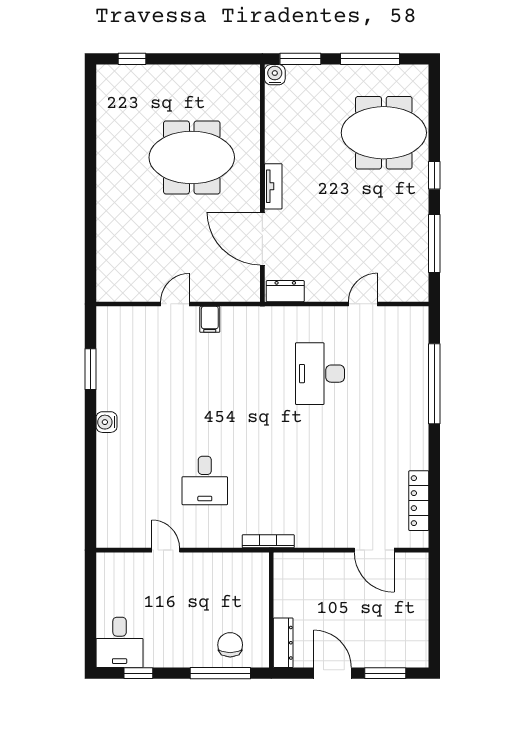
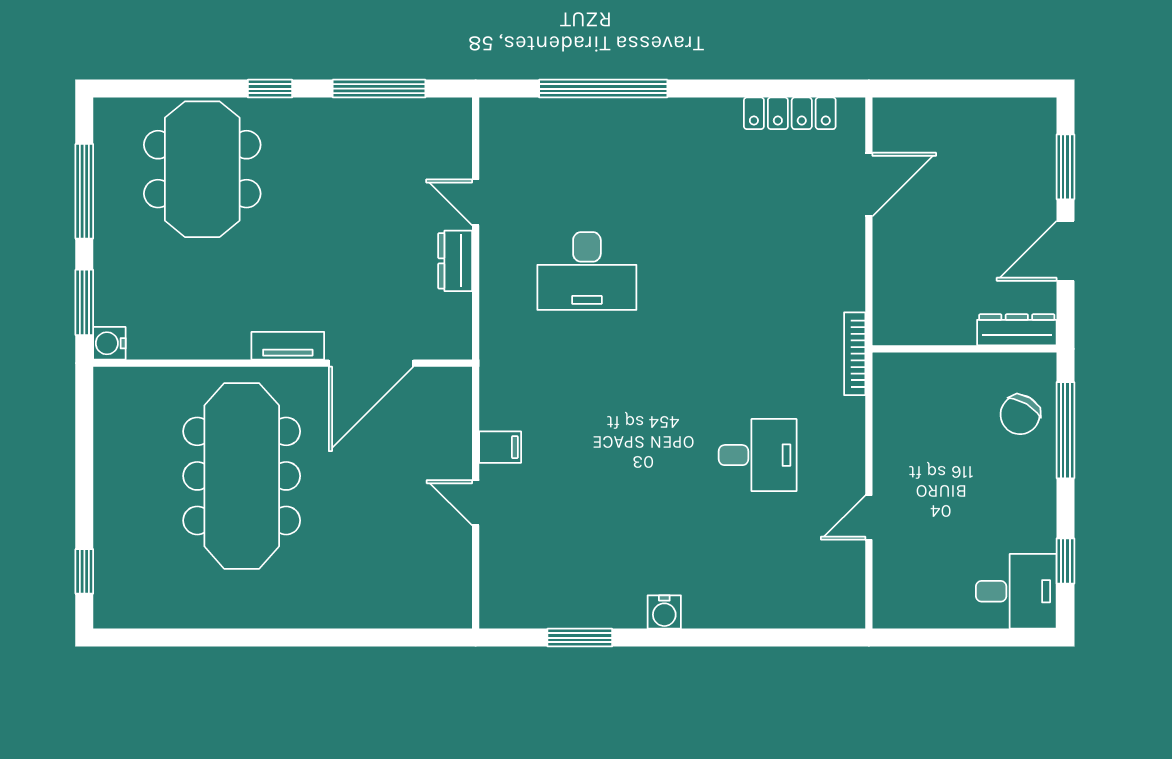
meeting table: (192, 157) -> (242, 476), width x1.36
dresser: (285, 291) -> (455, 261), moved
chair: (230, 645) -> (1020, 415), turned -59

